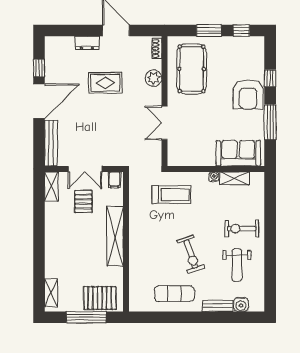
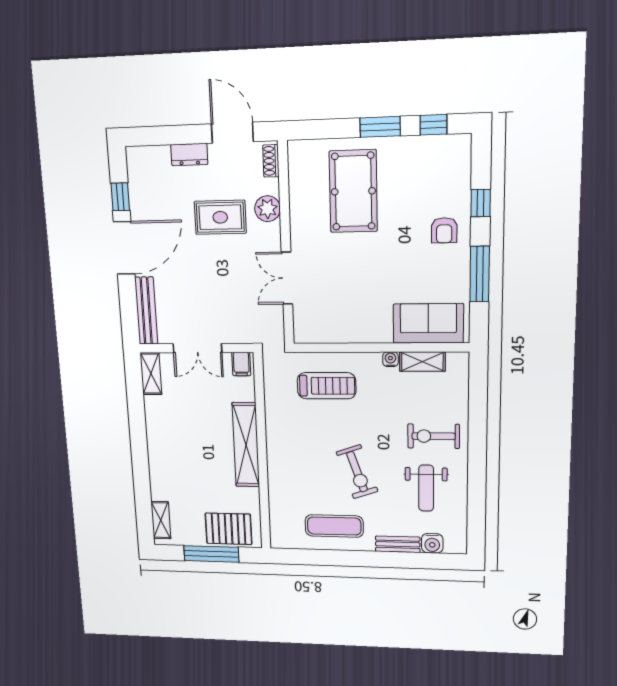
shoe rack: (157, 49) -> (271, 161), moved
plant: (154, 78) -> (267, 209), moved
armchair: (248, 94) -> (444, 230), width x0.53, depth x0.53
wall: (165, 101) -> (286, 244), moved
double door: (165, 123) -> (287, 278), moved
pallet: (83, 202) -> (198, 395), removed

